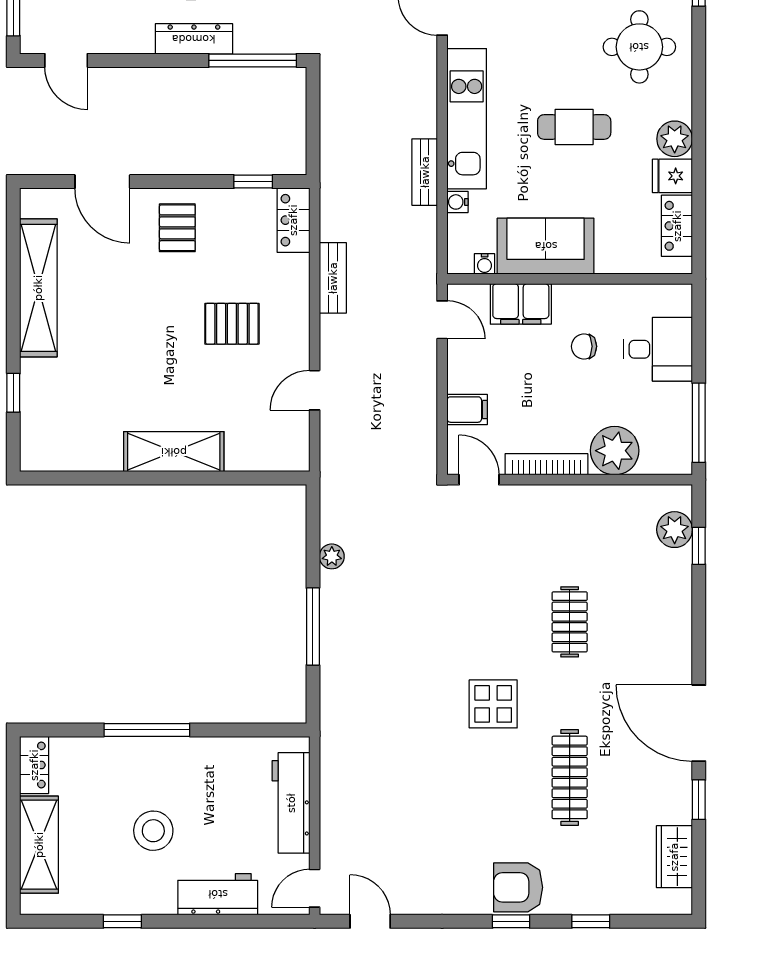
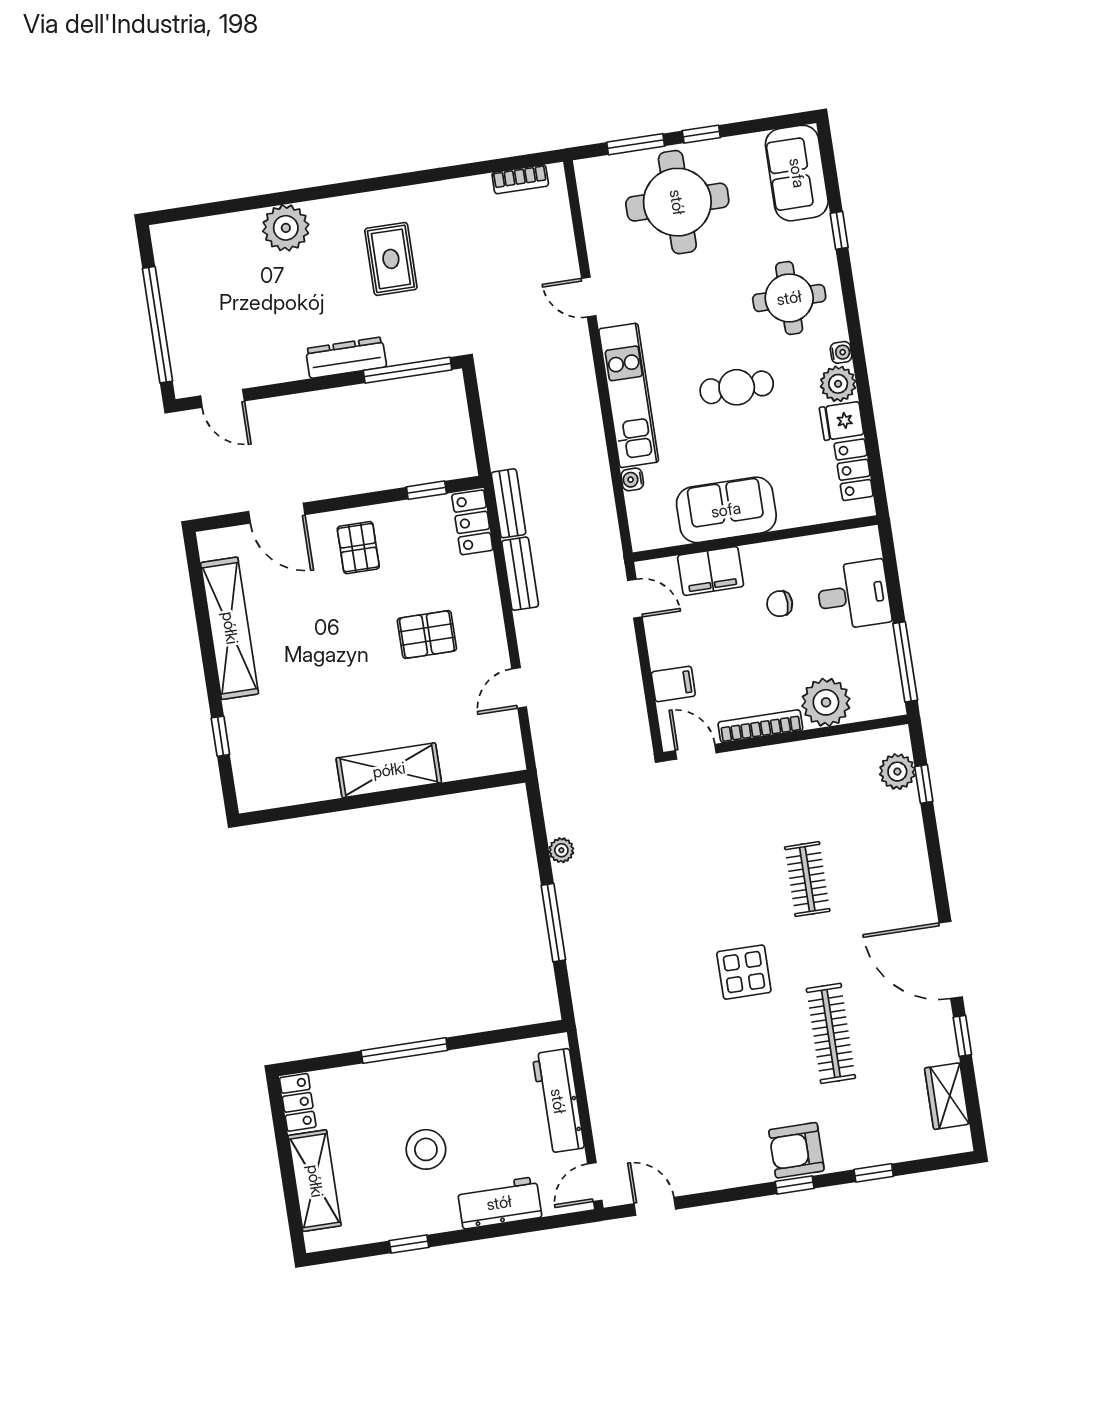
bench: (425, 172) -> (509, 503), moved
water cooler: (485, 264) -> (841, 352), moved, turned -90

